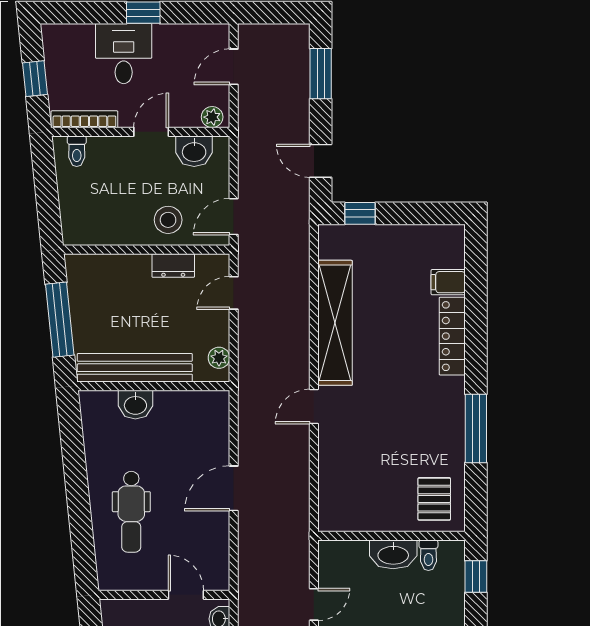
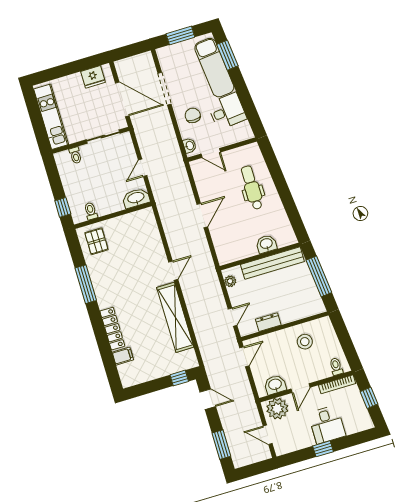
door: (234, 67) -> (268, 435), swing flipped
plant: (212, 117) -> (277, 409), width x1.88, depth x1.88
stool: (168, 220) -> (305, 342), moved
washbasin: (393, 554) -> (136, 198), moved

